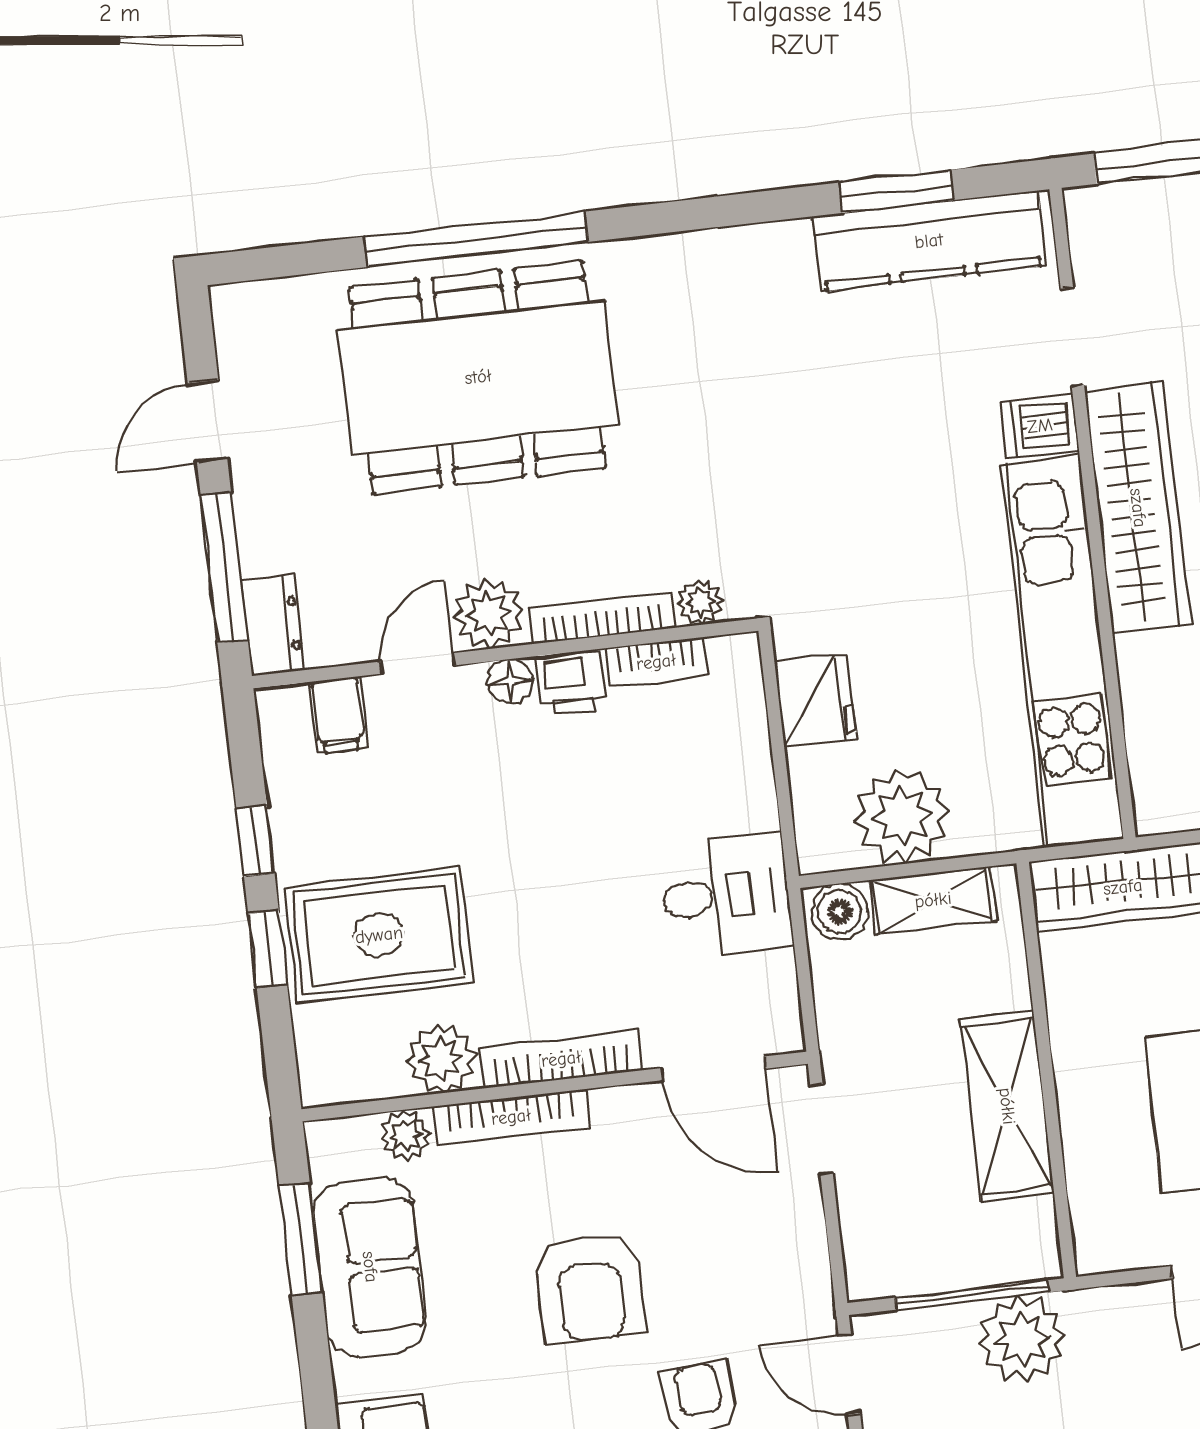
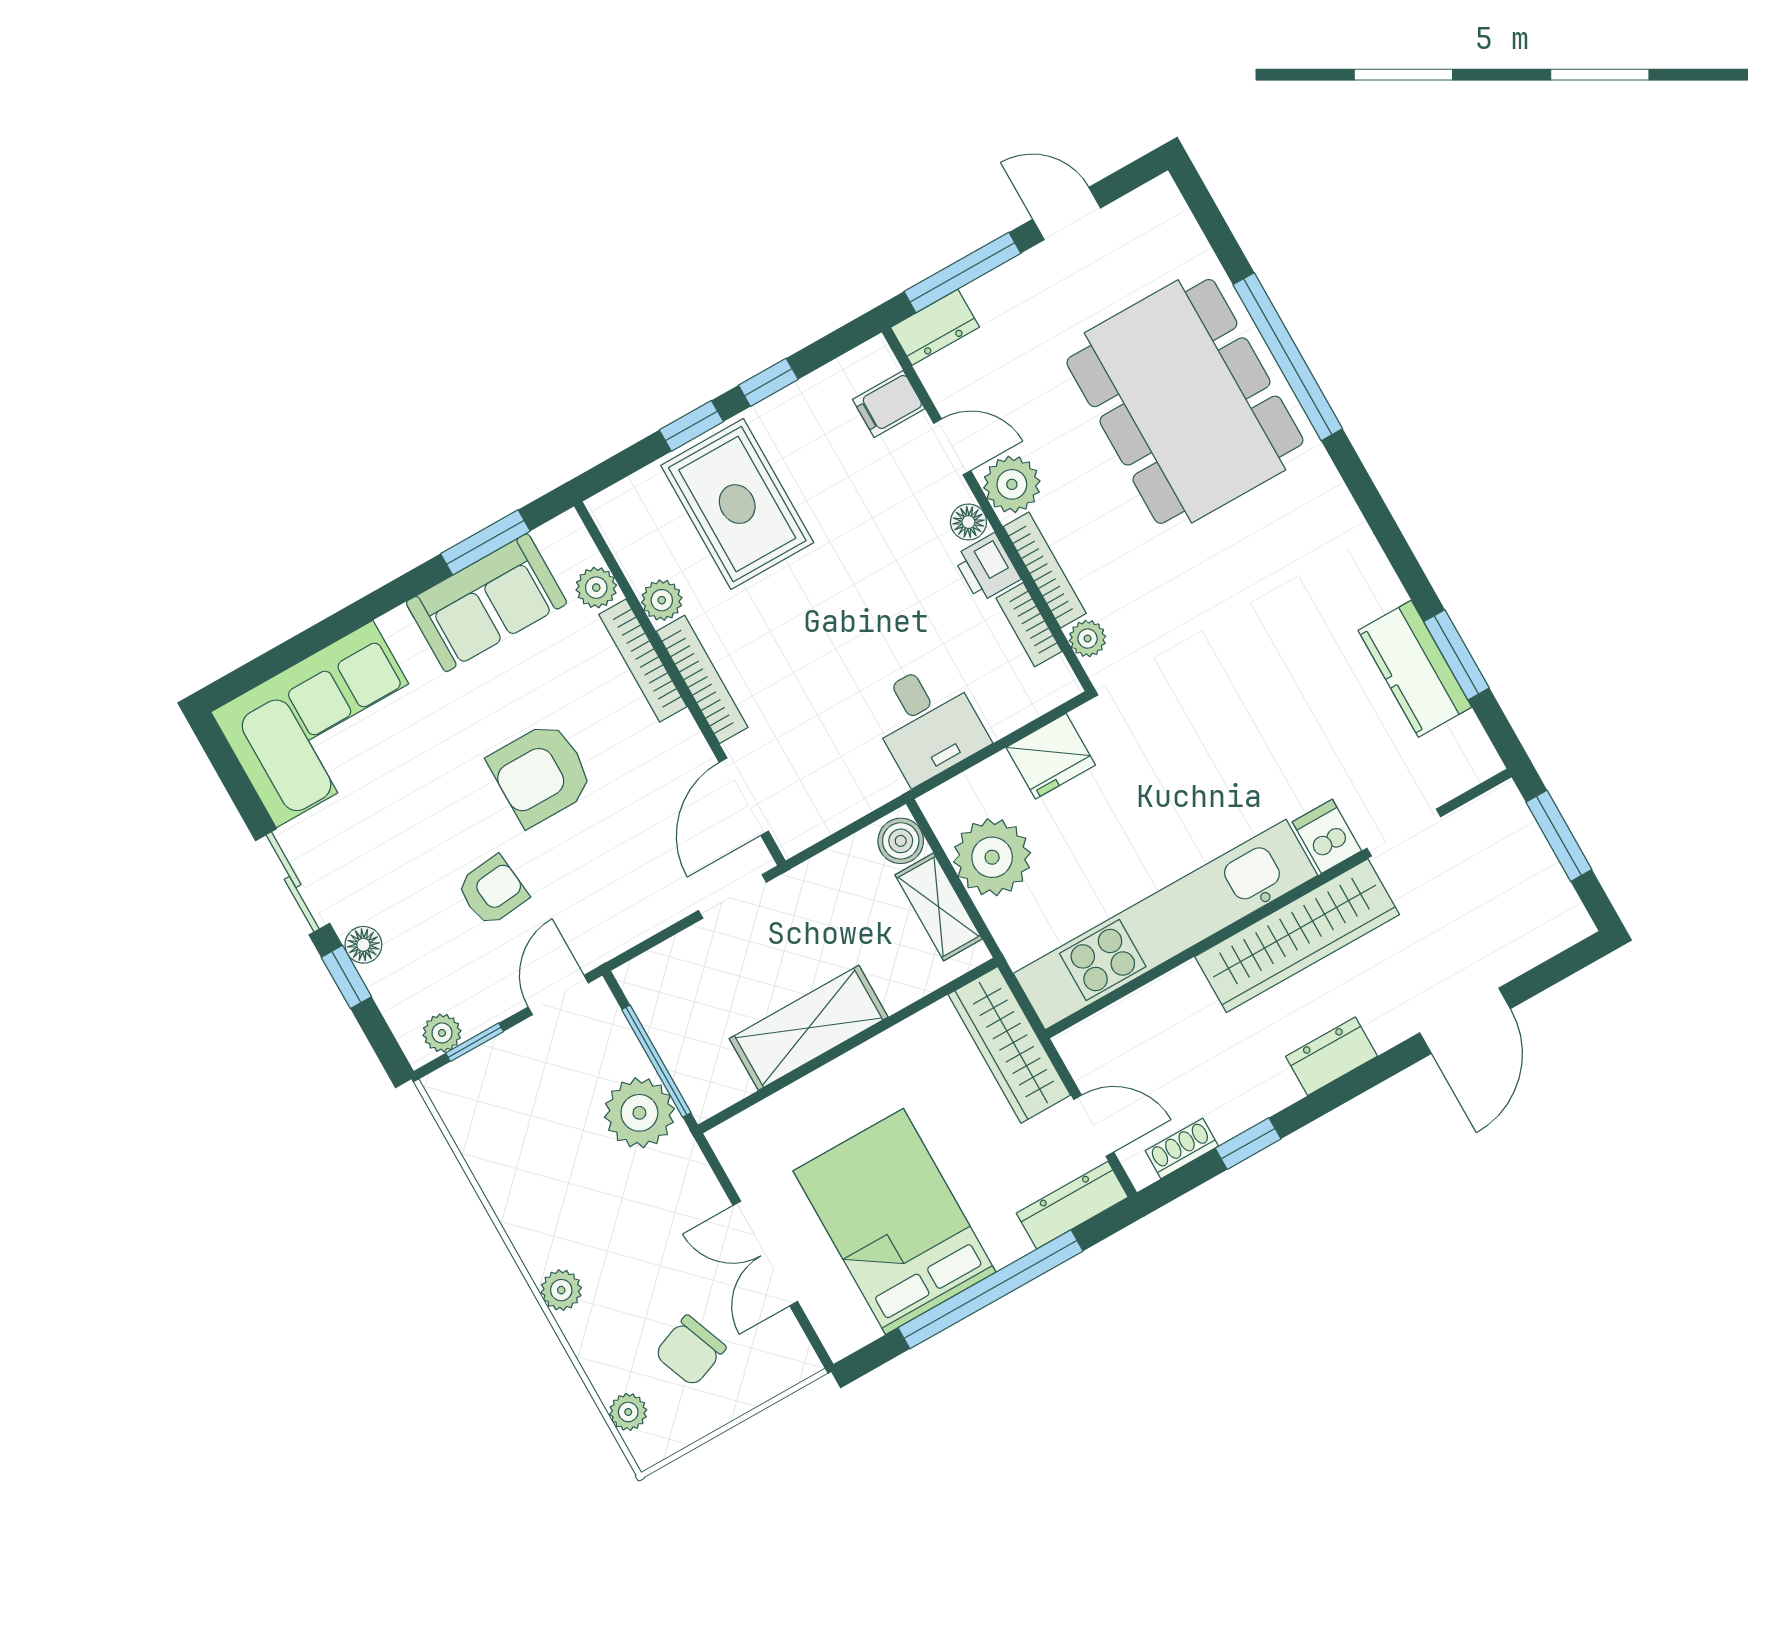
kitchen counter: (929, 241) -> (1415, 669), width x0.67
desk: (726, 895) -> (927, 722), moved
plant: (441, 1058) -> (662, 600), width x0.73, depth x0.73

